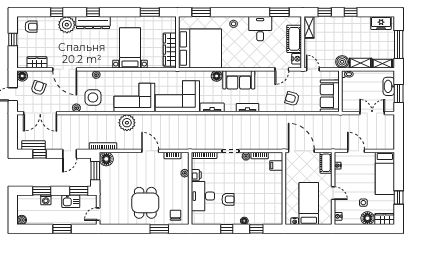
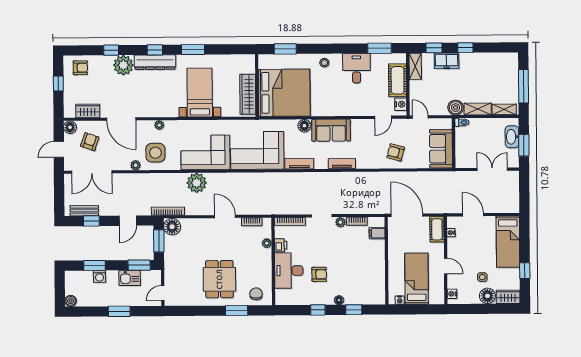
window: (150, 12) -> (193, 50), moved
freezer: (381, 23) -> (447, 61), moved

